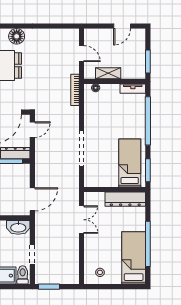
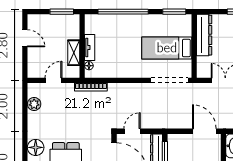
plant: (59, 35) -> (34, 104), added
tv unit: (133, 89) -> (90, 47), moved
door: (32, 130) -> (132, 131), hinge flipped
doorway: (82, 148) -> (170, 80), moved
bed: (130, 163) -> (167, 48), moved

